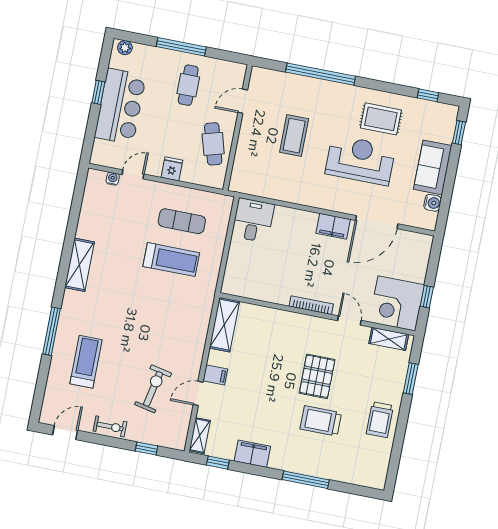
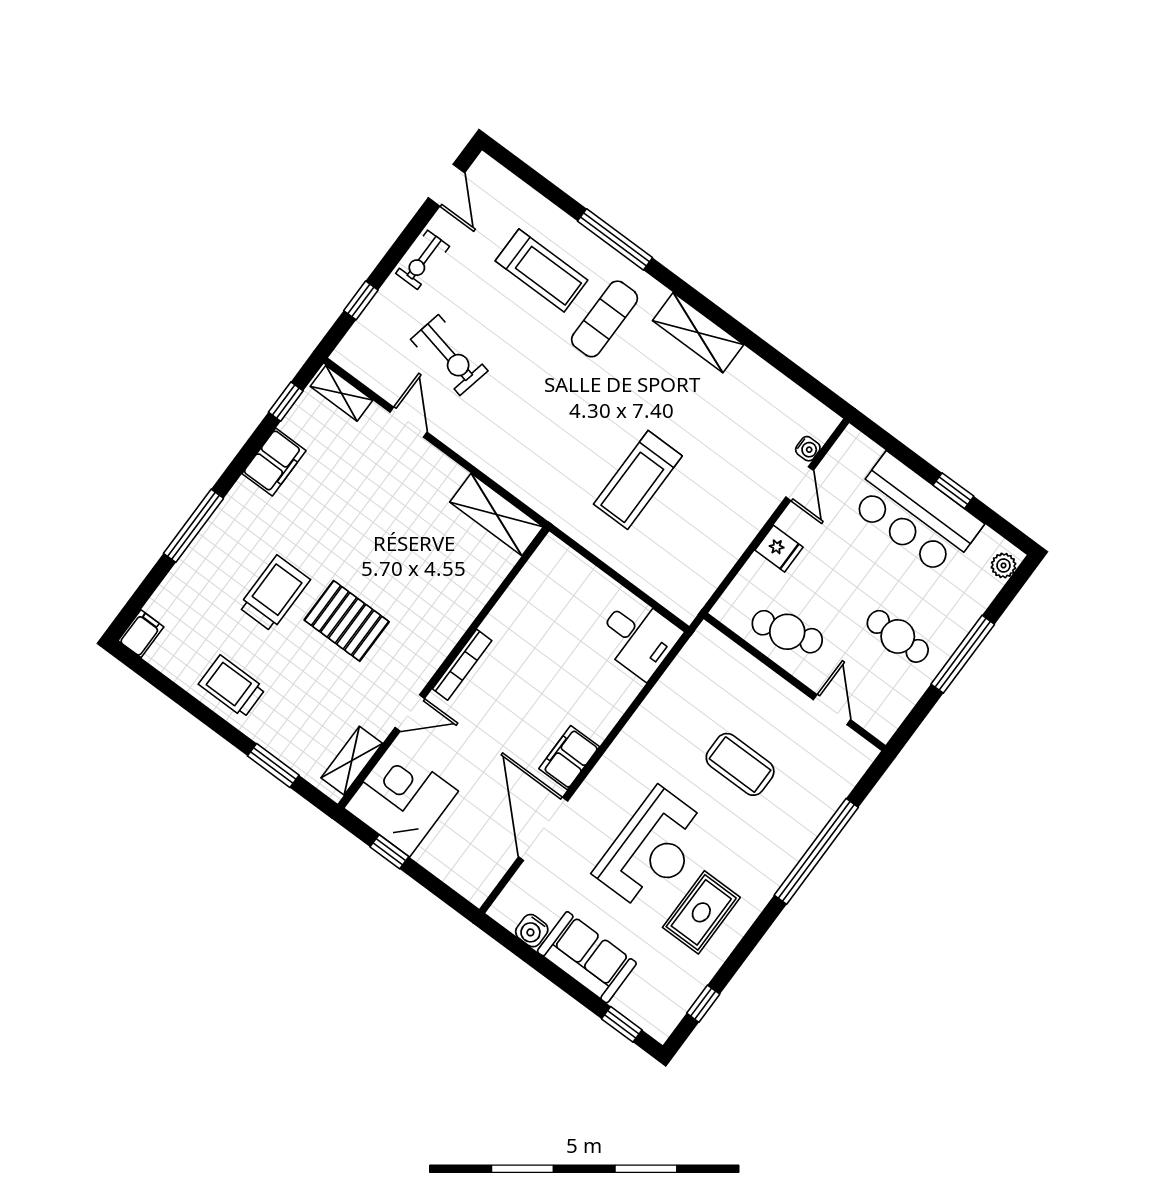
exercise mat: (182, 221) -> (604, 319), moved
filing cabinet: (215, 375) -> (141, 634), moved, turned 180

